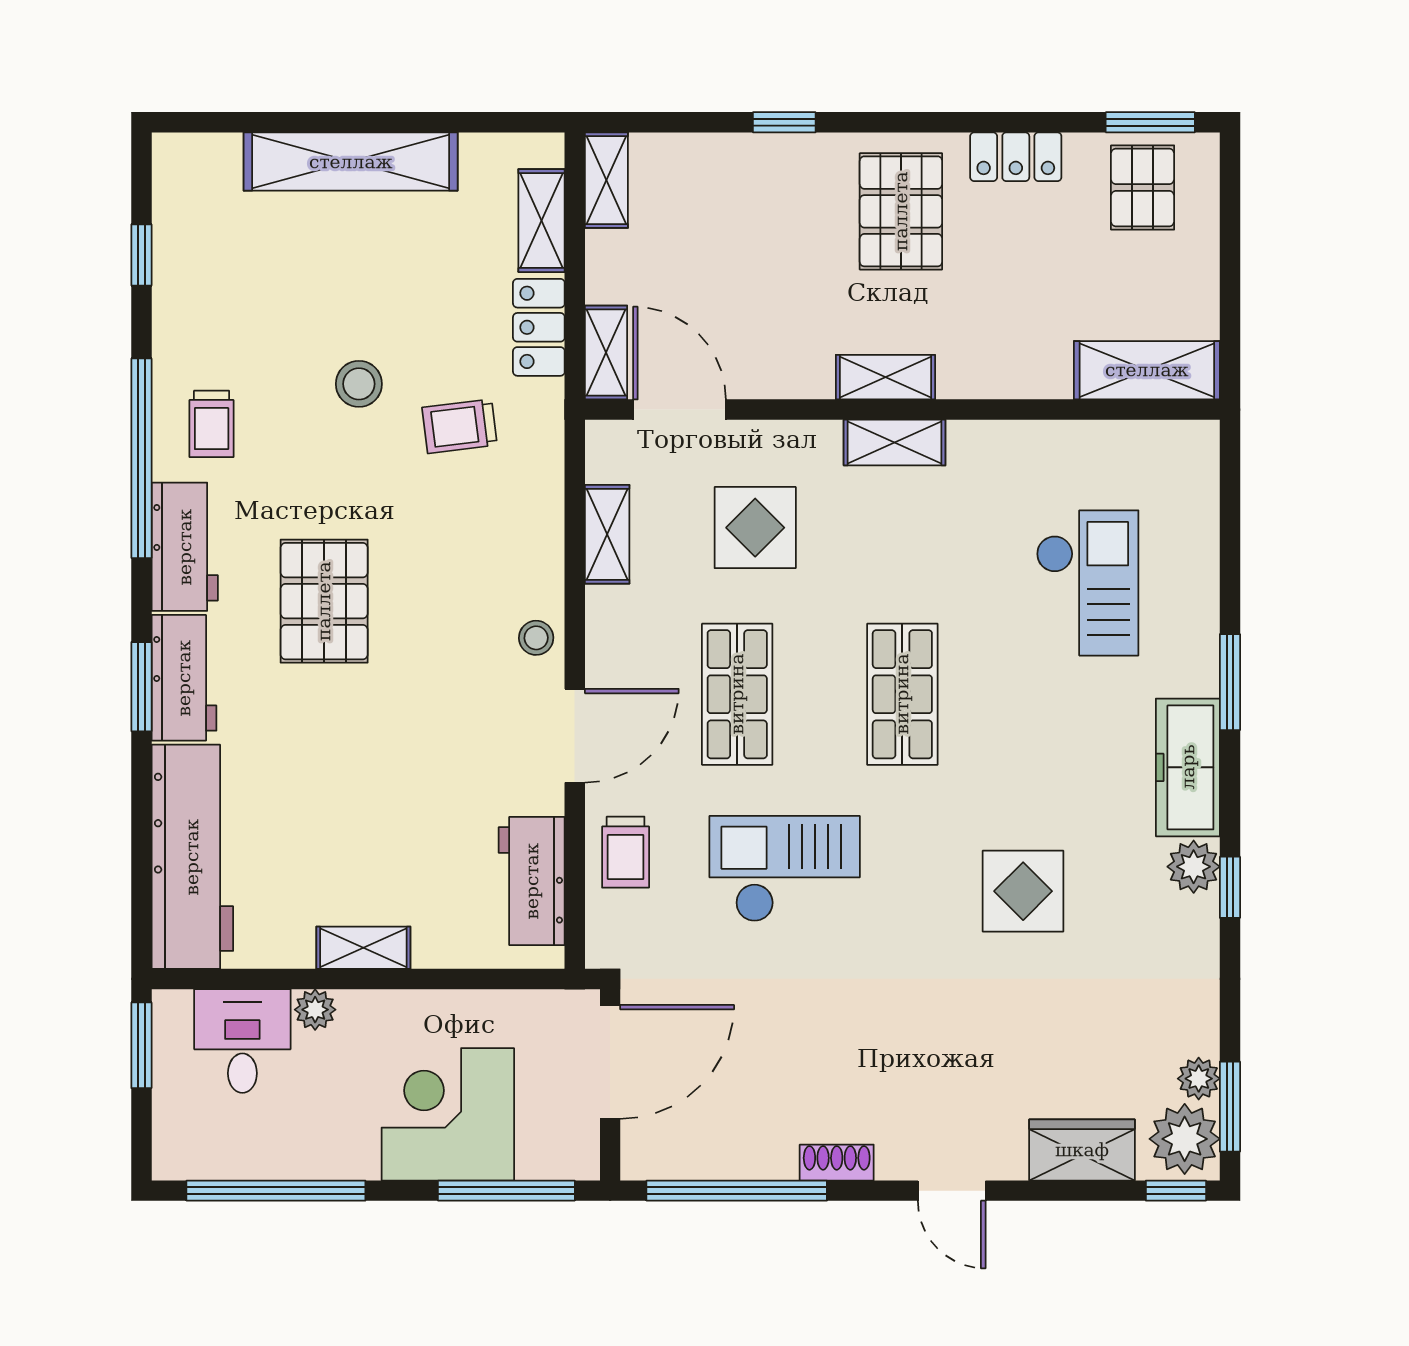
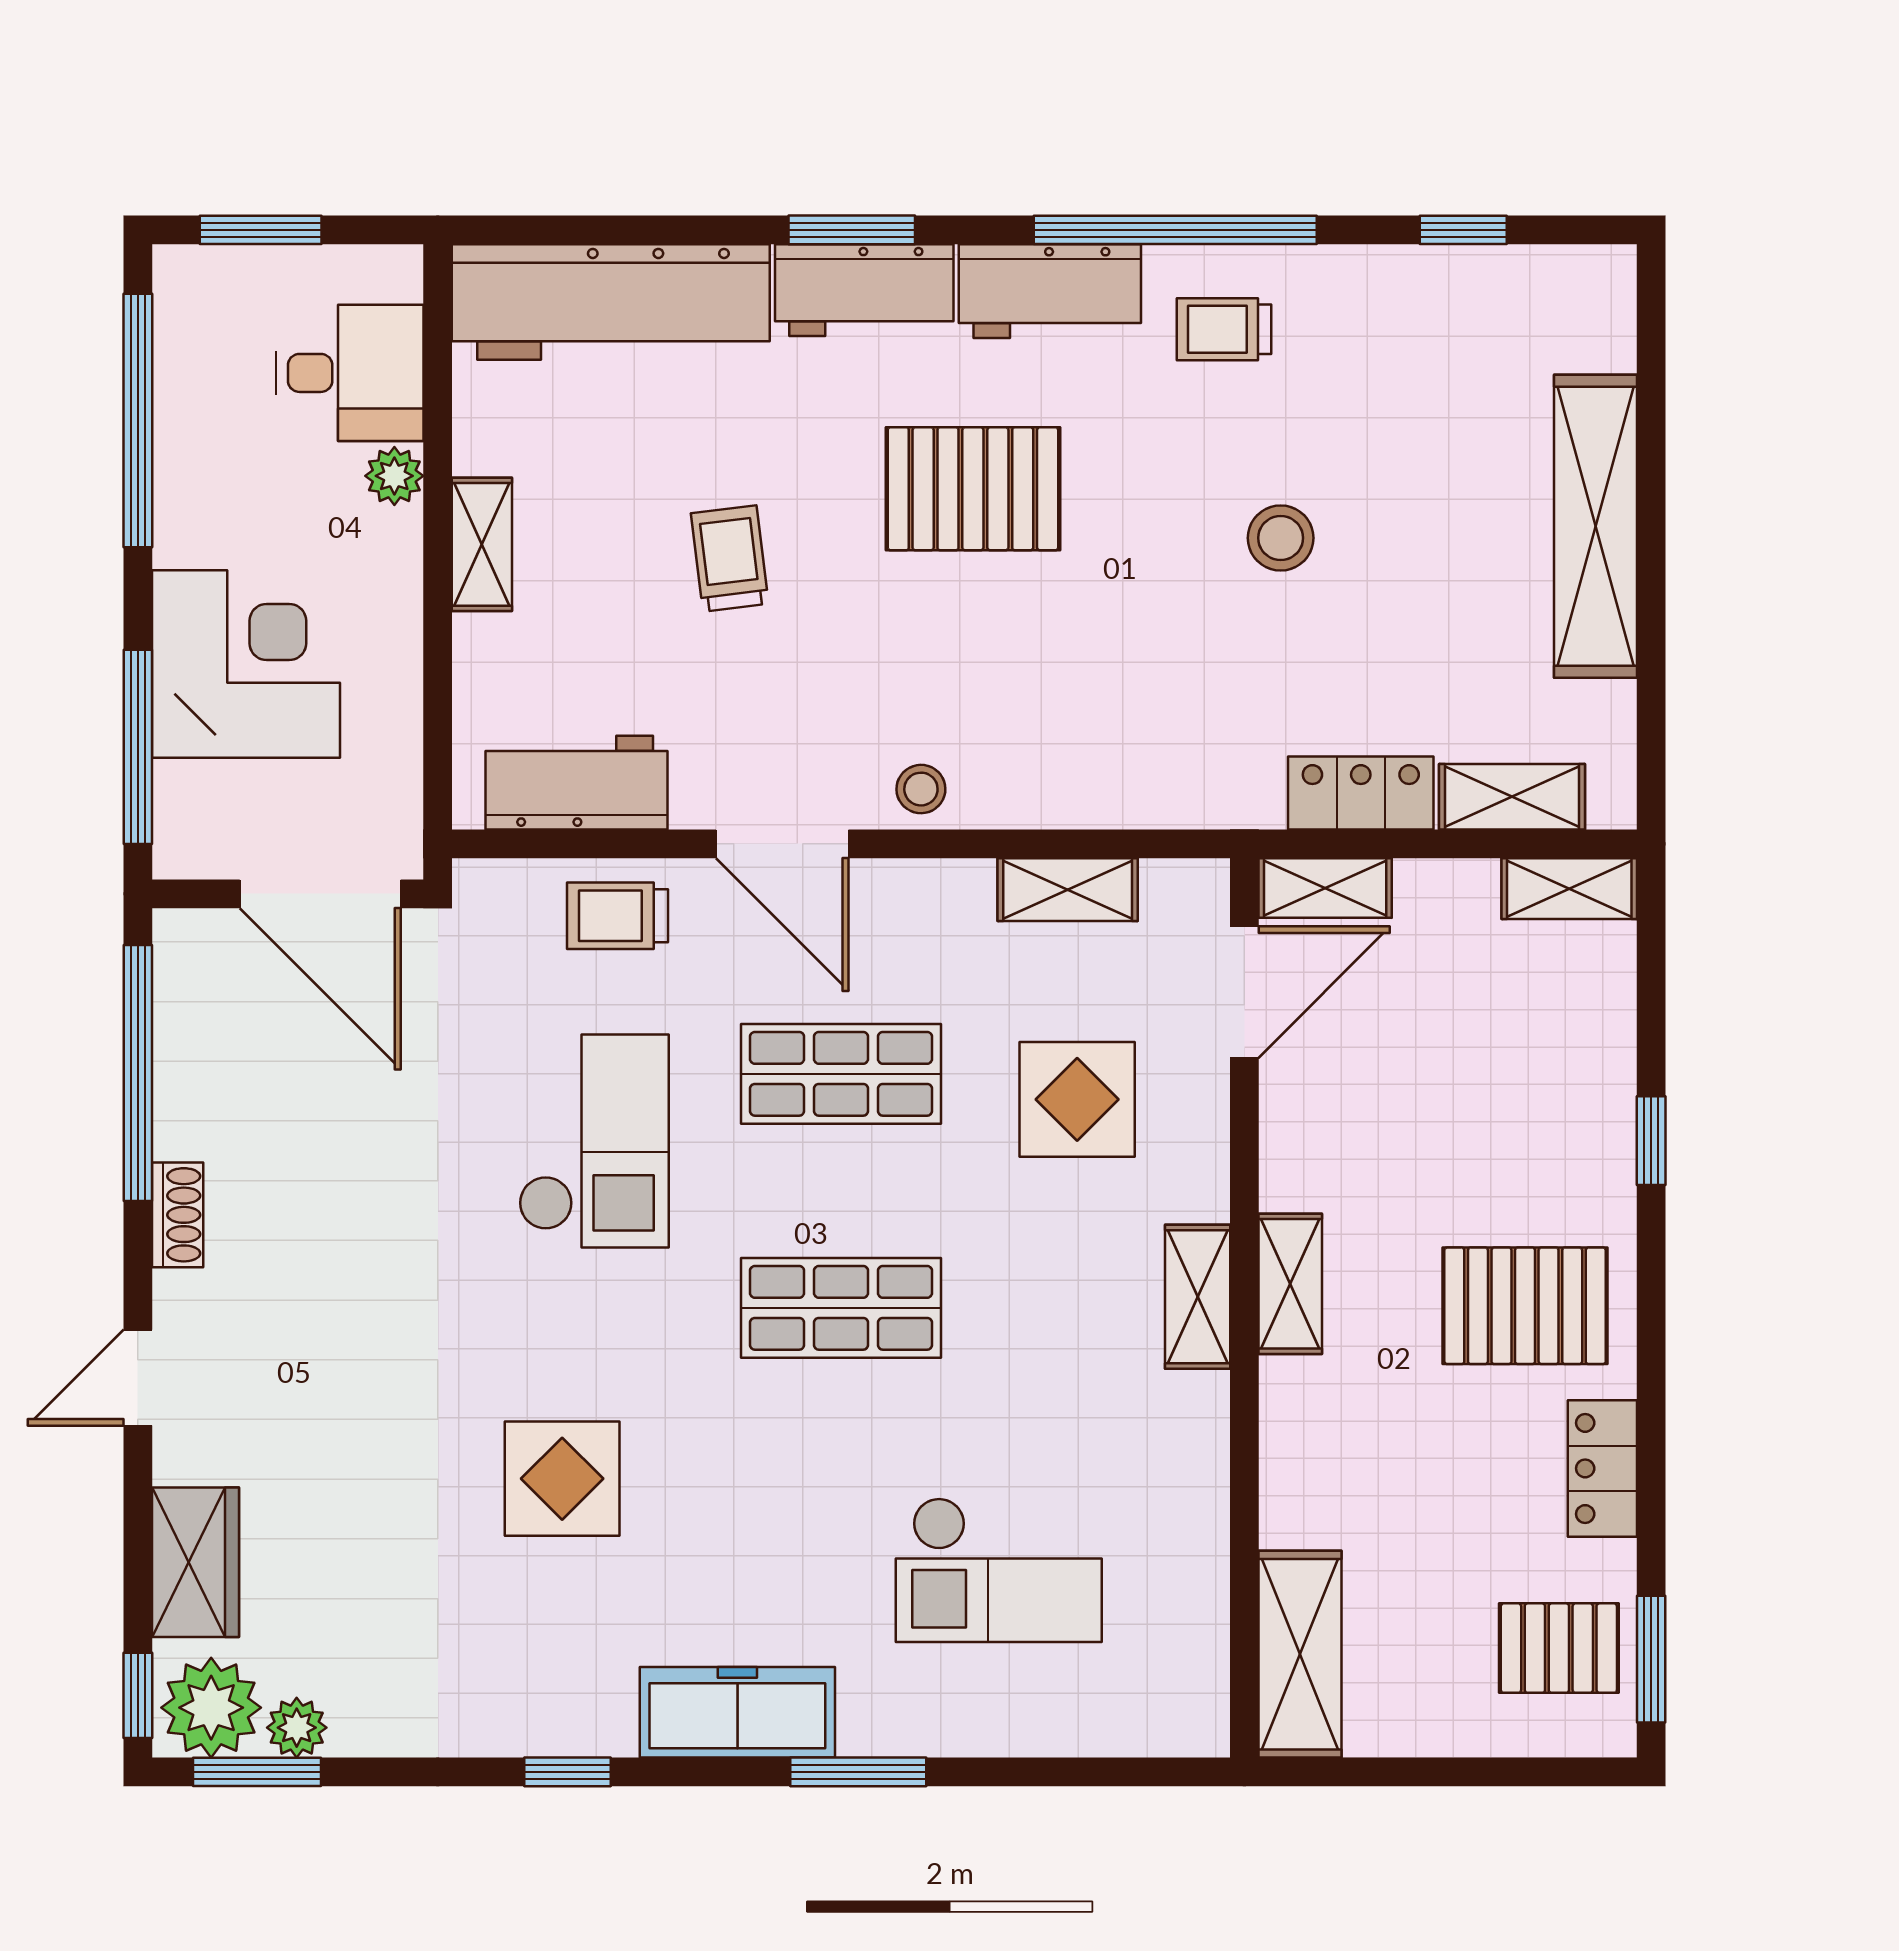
trolley: (460, 426) -> (730, 558), moved
plant: (1194, 867) -> (597, 1720), removed
window: (141, 1045) -> (261, 230), moved

